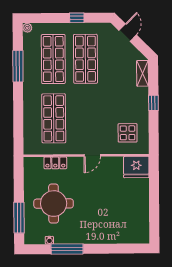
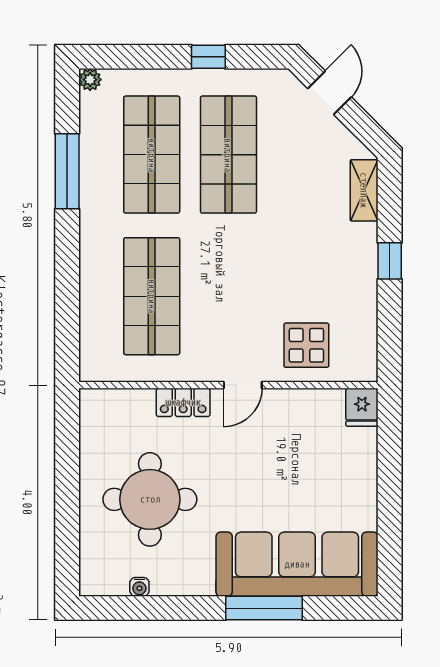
display table: (128, 133) -> (306, 345), moved
locker: (55, 163) -> (183, 402), moved
fridge: (136, 167) -> (362, 407), width x0.53, depth x0.75
window: (19, 218) -> (67, 532), removed
sofa: (115, 230) -> (297, 564), added
window: (67, 249) -> (264, 608), moved

